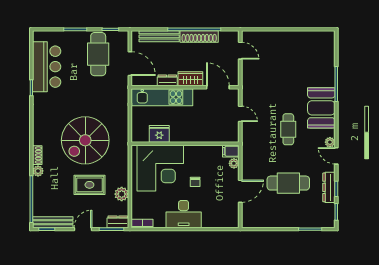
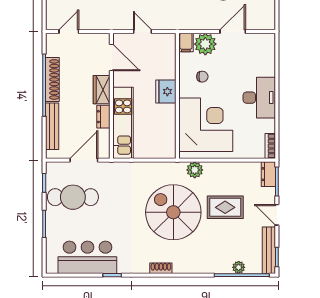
door: (218, 87) -> (111, 58), swing flipped
door: (240, 114) -> (142, 32), hinge flipped
fridge: (159, 134) -> (166, 92), moved
spiral stairs: (85, 140) -> (173, 212), turned 180
shoe rack: (37, 155) -> (161, 268), moved
plant: (234, 163) -> (205, 44), width x1.88, depth x1.88
plant: (38, 171) -> (239, 267), moved
chair: (195, 182) -> (202, 77), moved
rug: (89, 185) -> (225, 207), turned 90
door: (240, 191) -> (233, 32), hinge flipped
plant: (122, 194) -> (195, 170), moved

